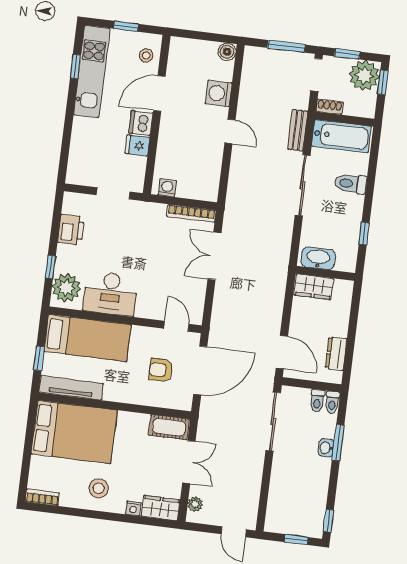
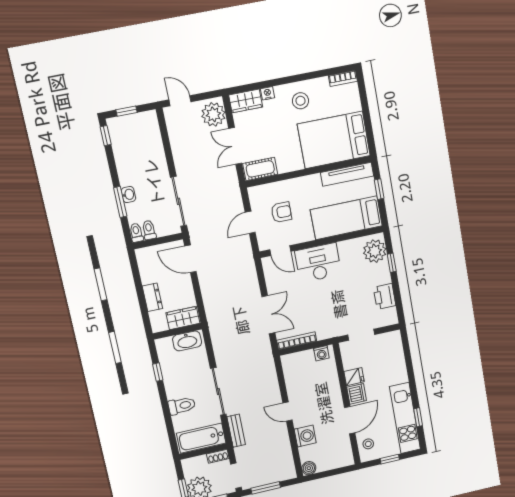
desk: (110, 294) -> (318, 263), moved
dresser: (336, 354) -> (152, 297), moved
door: (200, 370) -> (250, 222), width x0.53
plant: (195, 504) -> (213, 114), width x1.88, depth x1.88

